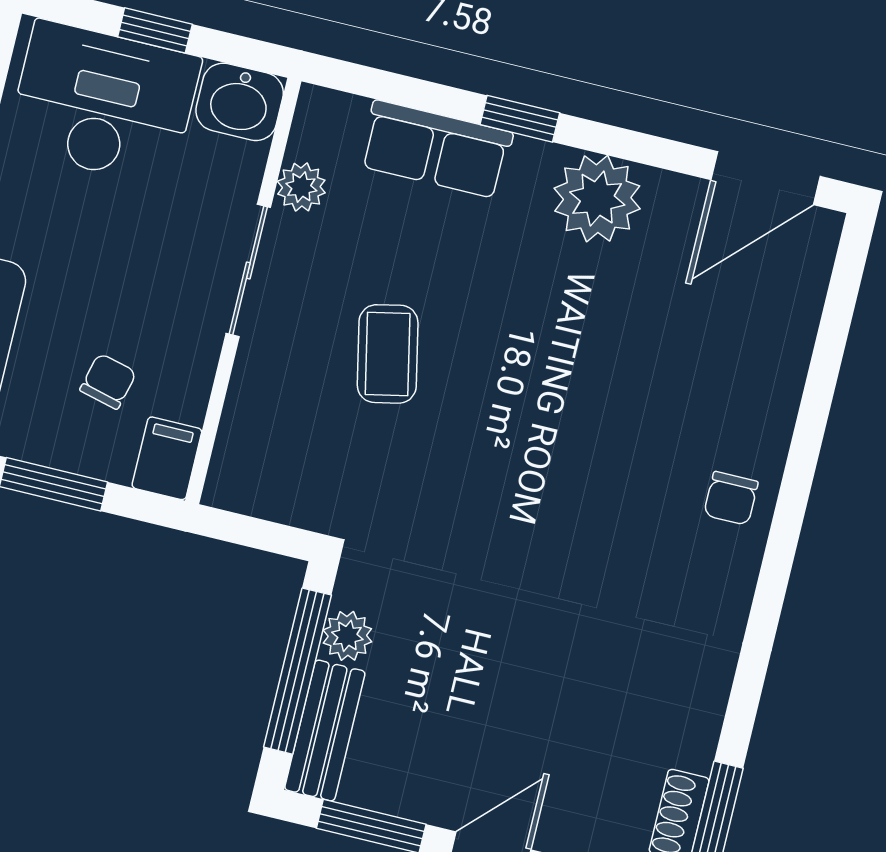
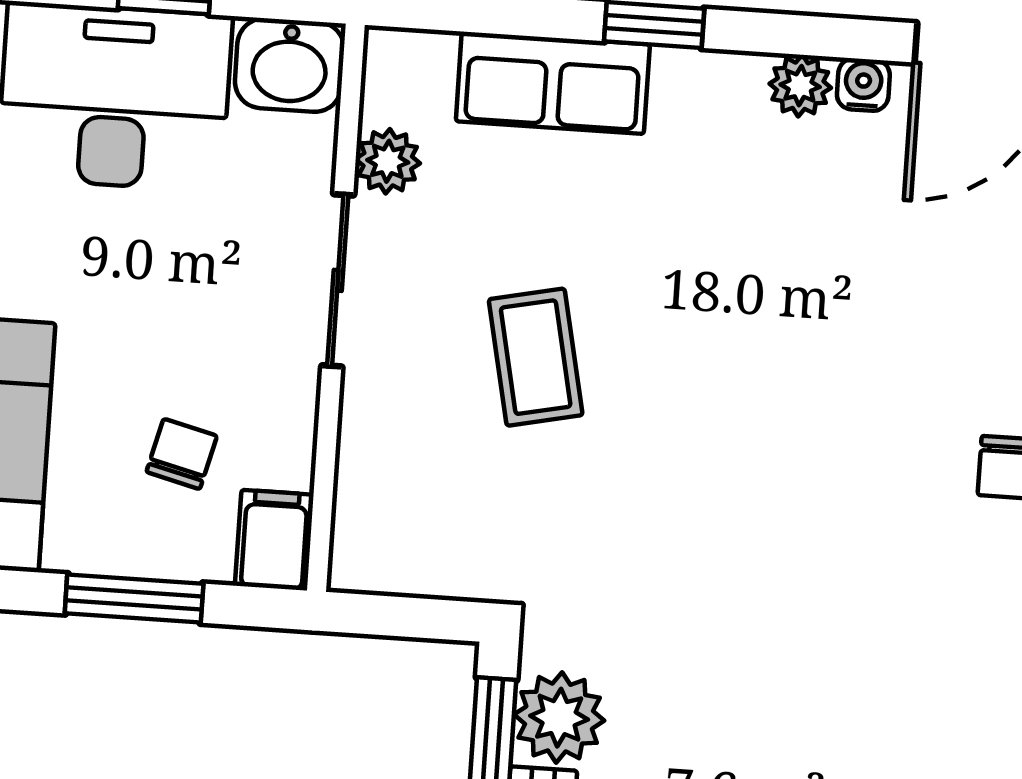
water cooler: (670, 191) -> (863, 85), added
plant: (597, 199) -> (800, 86), width x0.53, depth x0.53
plant: (347, 636) -> (559, 718), width x1.38, depth x1.38

